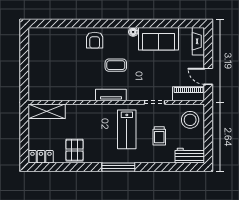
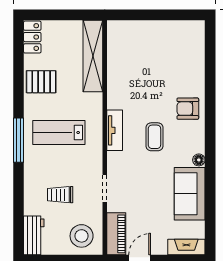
shelving: (47, 111) -> (93, 56), width x1.47
lab bench: (127, 129) -> (59, 133), moved

